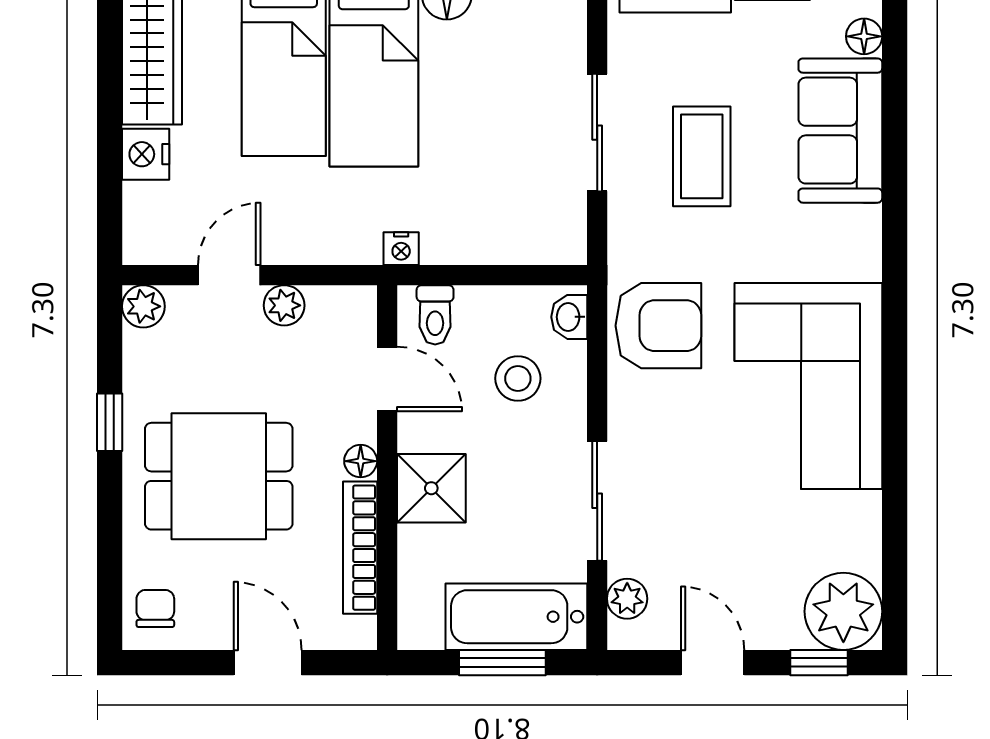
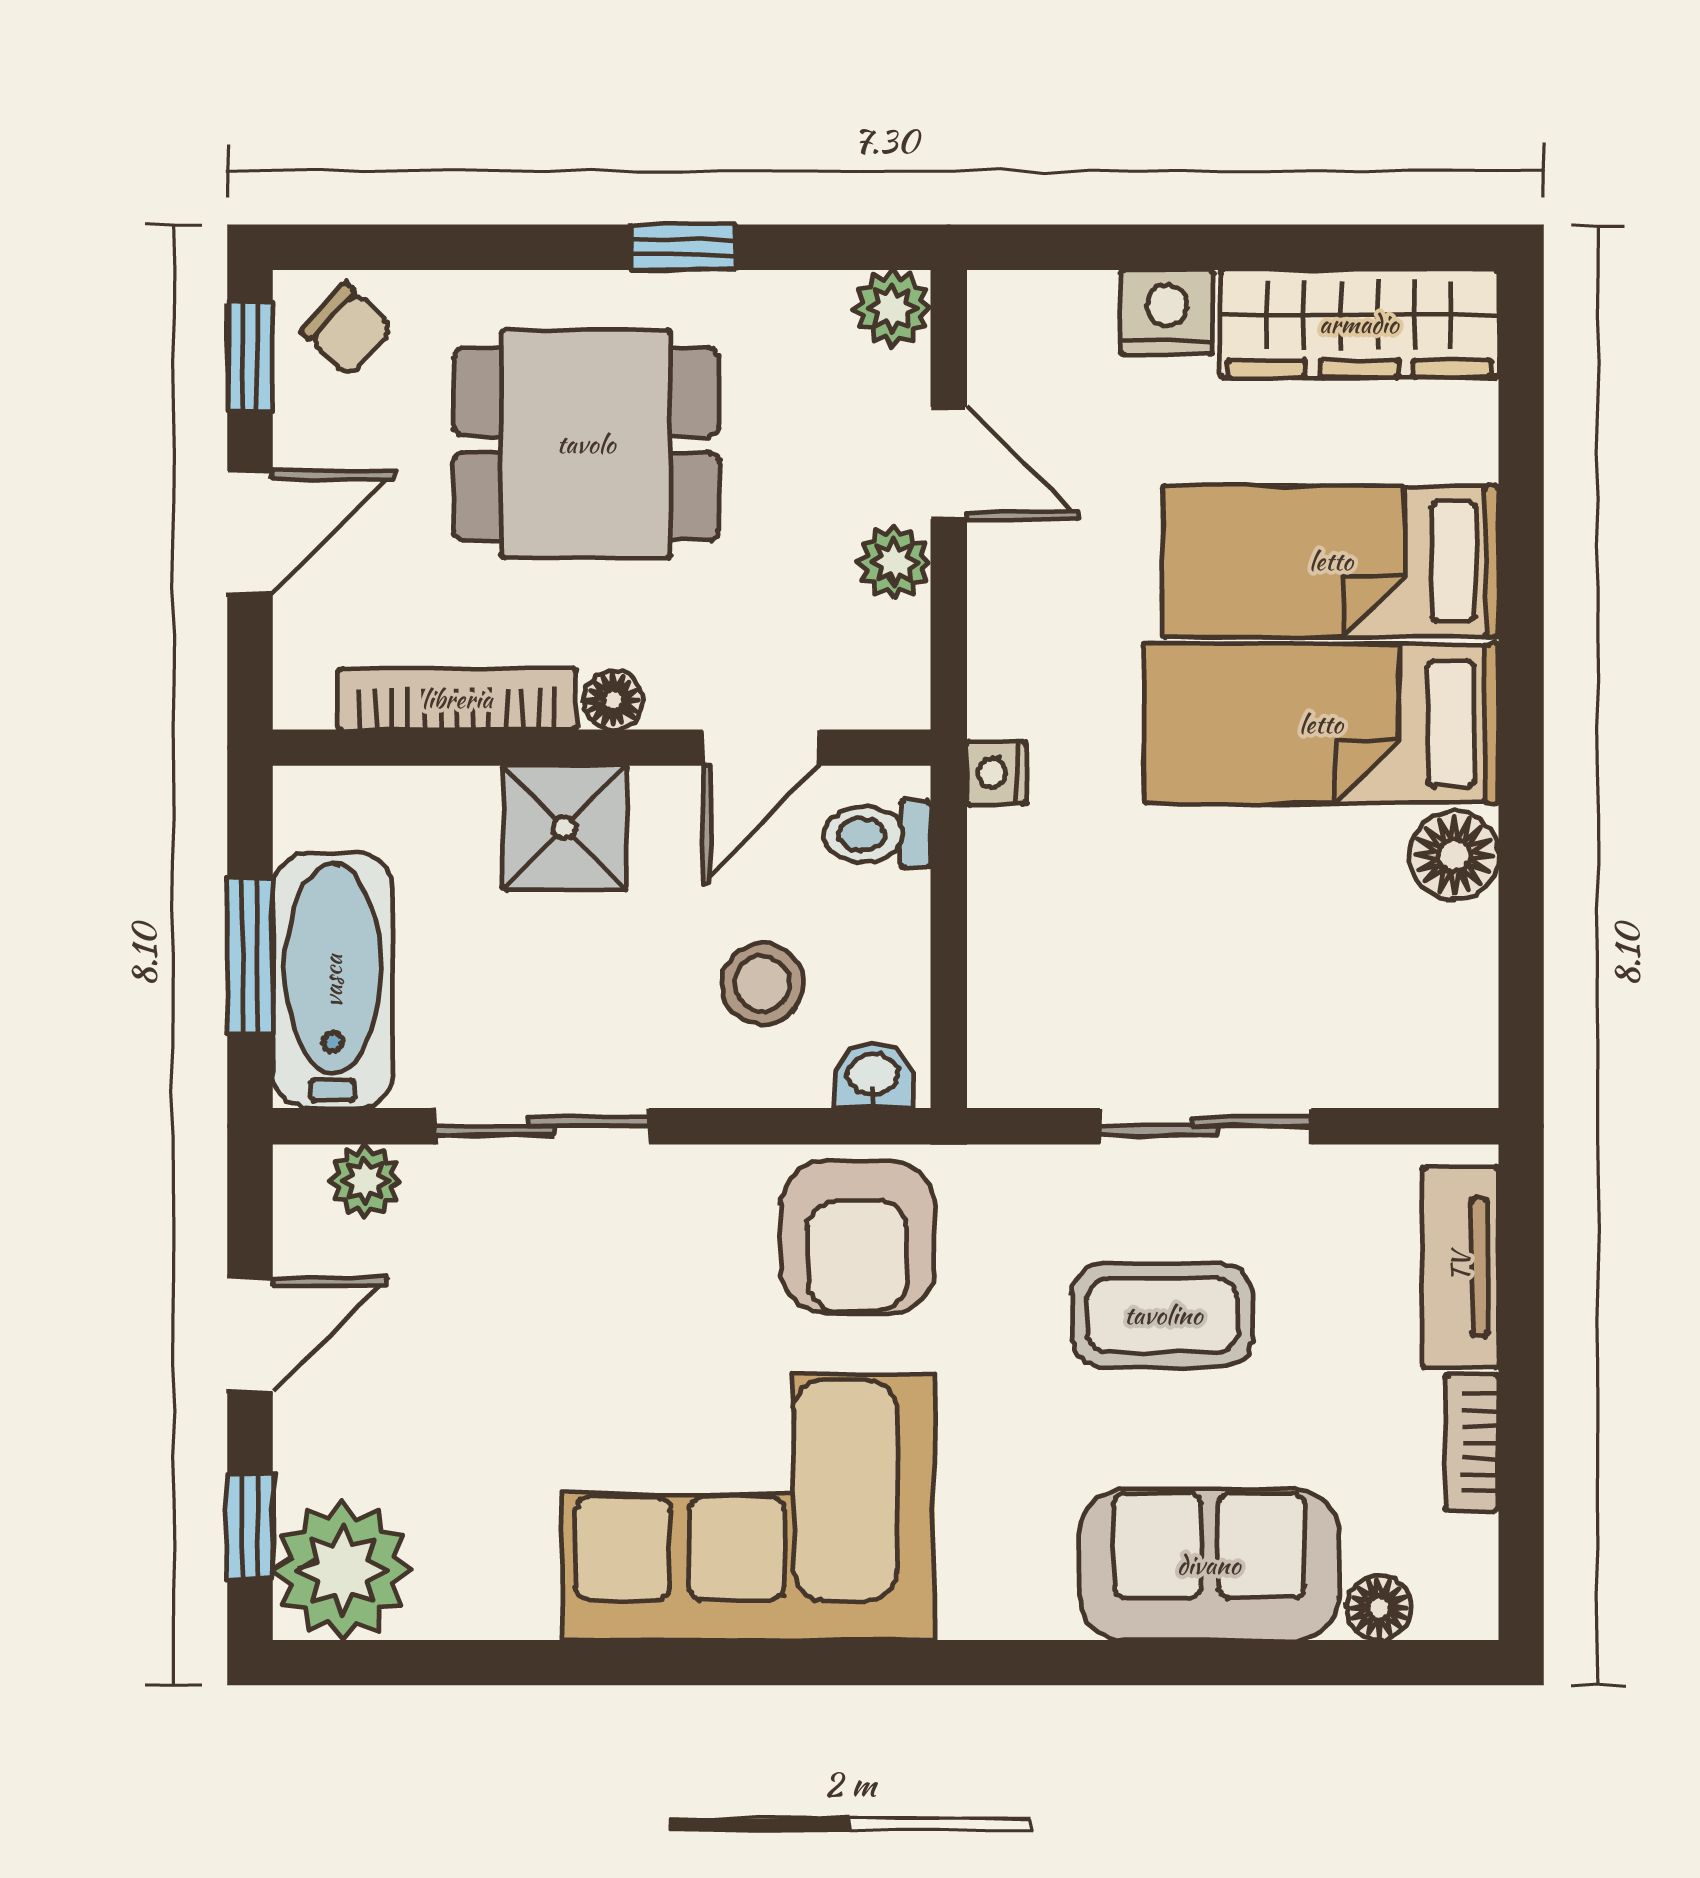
dining table: (219, 476) -> (586, 444), turned 90
chair: (155, 608) -> (347, 330), turned 43
window: (170, 663) -> (250, 356), added

